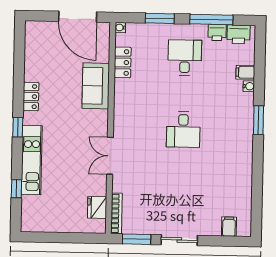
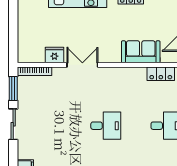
desk: (183, 130) -> (106, 126), turned 180
fridge: (97, 207) -> (54, 55), moved

